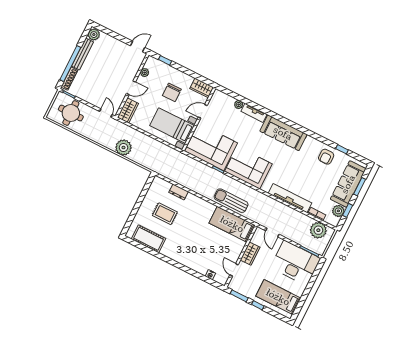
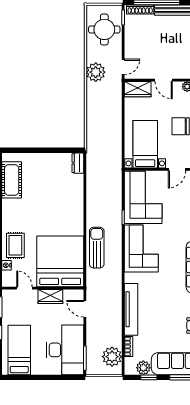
door: (203, 111) -> (177, 169), swing flipped
plant: (123, 148) -> (96, 72), moved
dresser: (179, 192) -> (78, 163), moved
rug: (165, 214) -> (15, 245), moved
bed: (232, 224) -> (60, 261), width x2.04
door: (272, 233) -> (85, 309), hinge flipped
door: (234, 270) -> (24, 288), hinge flipped

